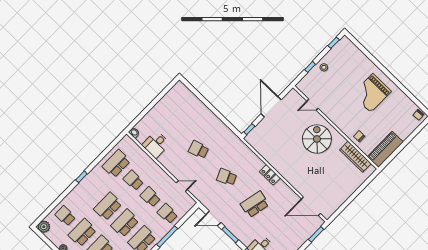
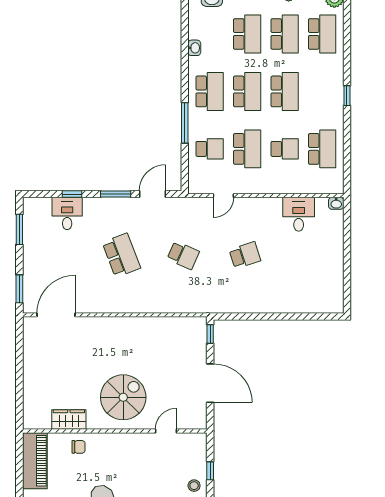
spiral stairs: (317, 139) -> (123, 397), turned -90
wardrobe: (355, 157) -> (69, 420), width x0.67
locker: (270, 175) -> (137, 305), removed
school desk: (227, 177) -> (183, 255), turned 48
school desk: (150, 197) -> (247, 149), width x1.85
school desk: (255, 204) -> (121, 255), turned -33
school desk: (65, 216) -> (322, 34), width x1.85

